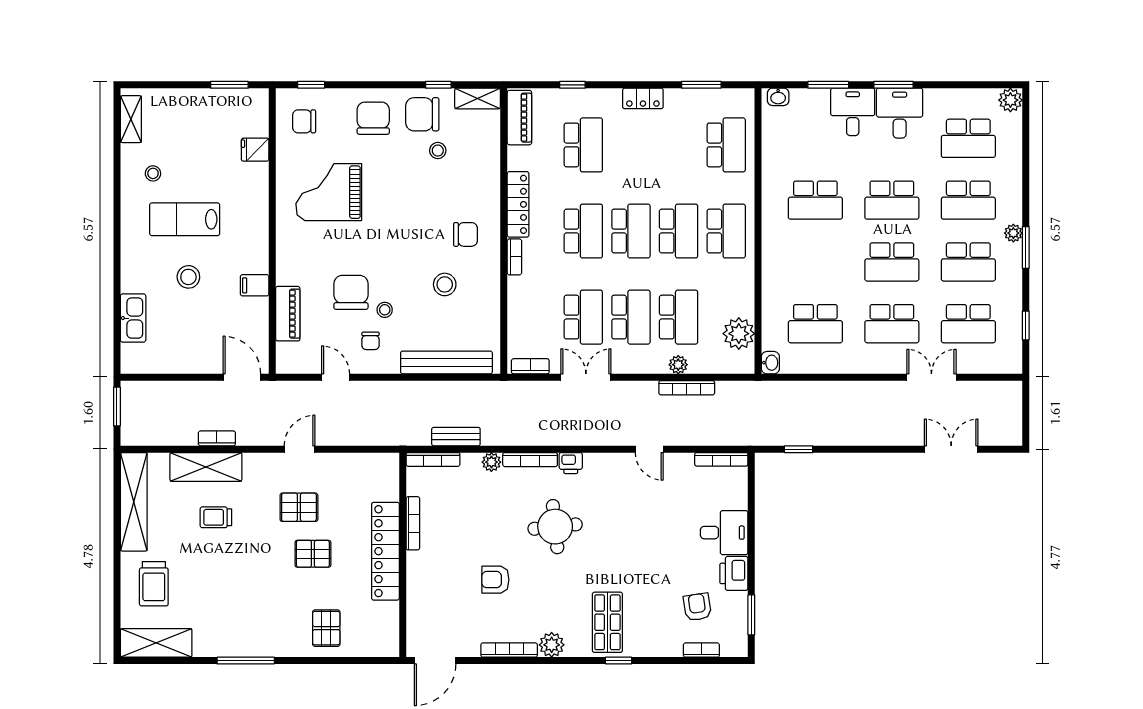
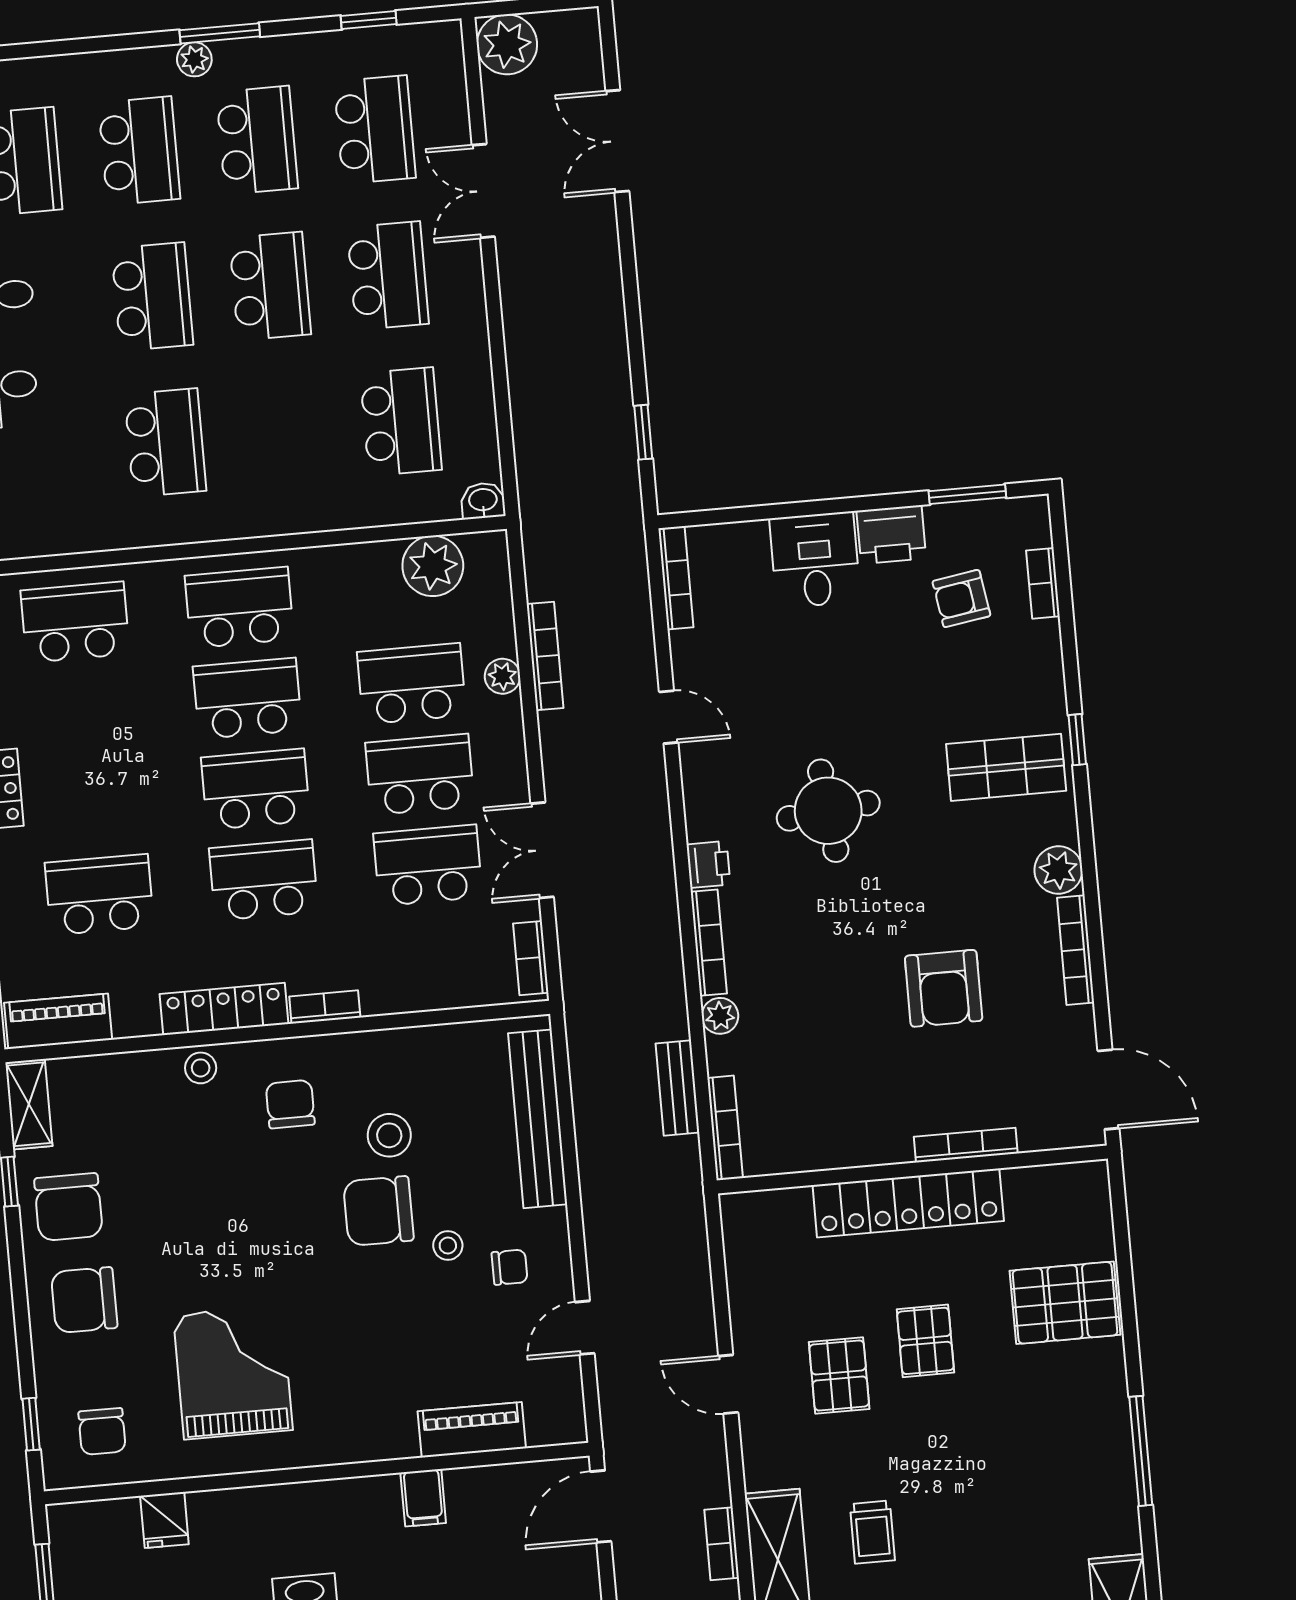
stool: (438, 151) -> (201, 1068), moved
grand piano: (329, 192) -> (233, 1372), turned 180
chair: (351, 292) -> (378, 1211), moved
plant: (1007, 396) -> (507, 44), added
door: (649, 449) -> (669, 717), hinge flipped
bookcase: (413, 523) -> (966, 1145), moved
round table: (555, 527) -> (828, 811), moved
armchair: (495, 580) -> (944, 988), width x1.38, depth x1.38
pallet: (326, 628) -> (1065, 1303), width x1.50, depth x1.42

